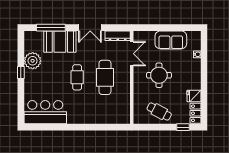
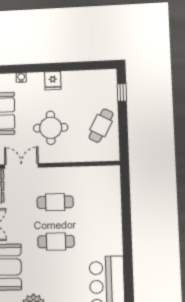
cafe table: (105, 77) -> (55, 202), width x0.73, depth x0.74
fridge: (194, 96) -> (53, 81), moved
locker: (195, 113) -> (102, 76), removed

